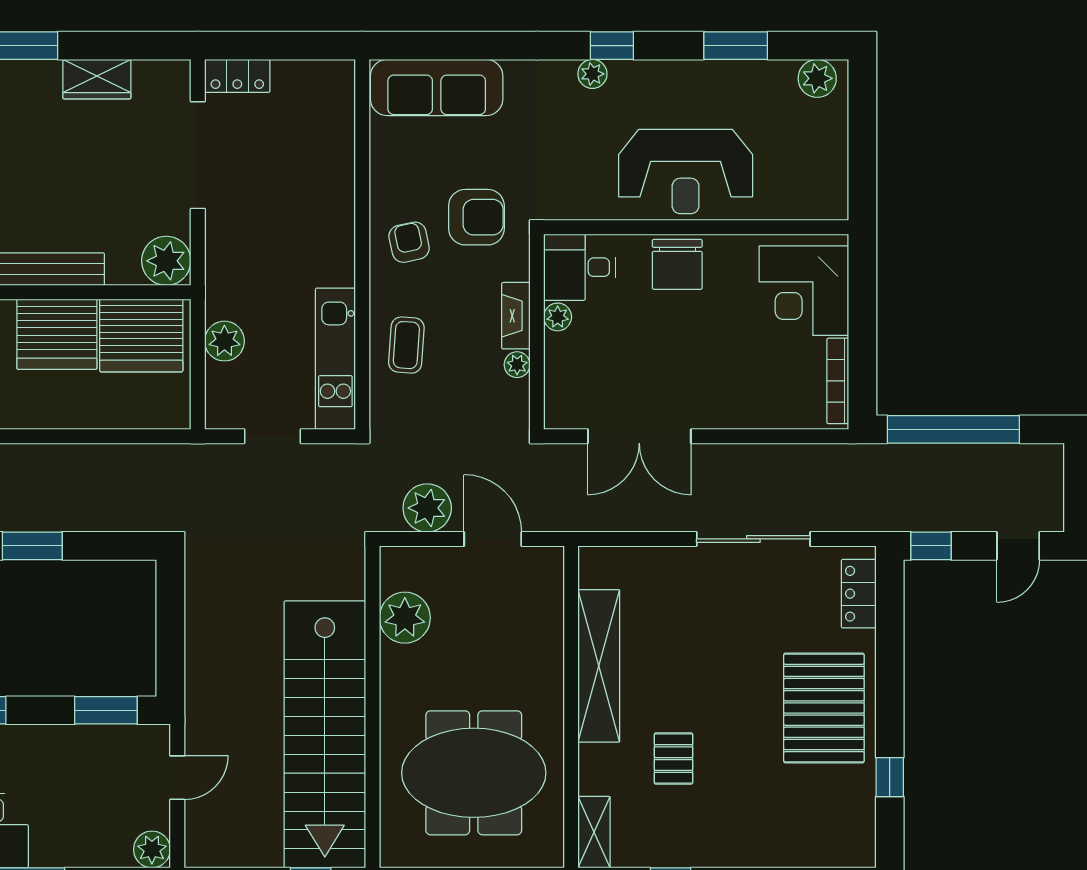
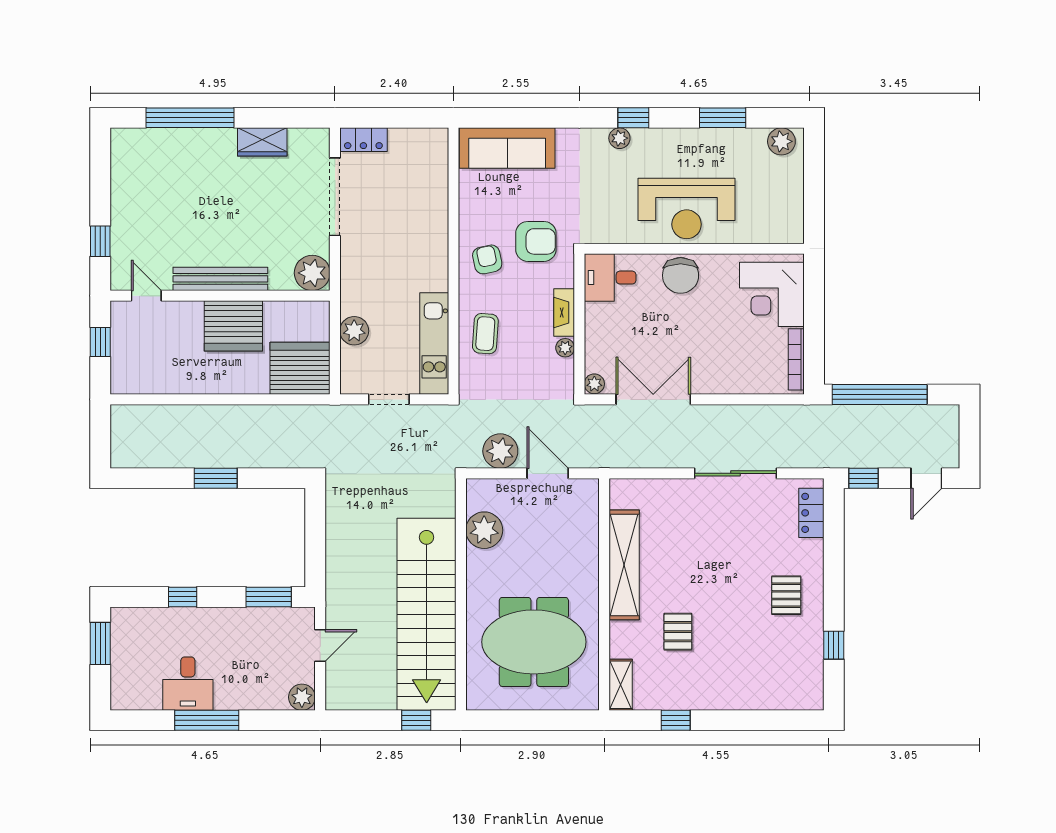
plant: (558, 317) -> (594, 384), moved
server rack: (141, 335) -> (300, 368), moved, turned 180
double door: (639, 436) -> (653, 399), swing flipped
pallet: (824, 708) -> (786, 595), width x0.49, depth x0.50

